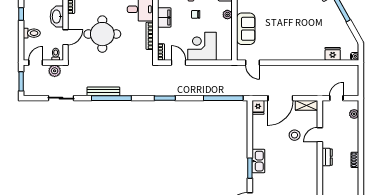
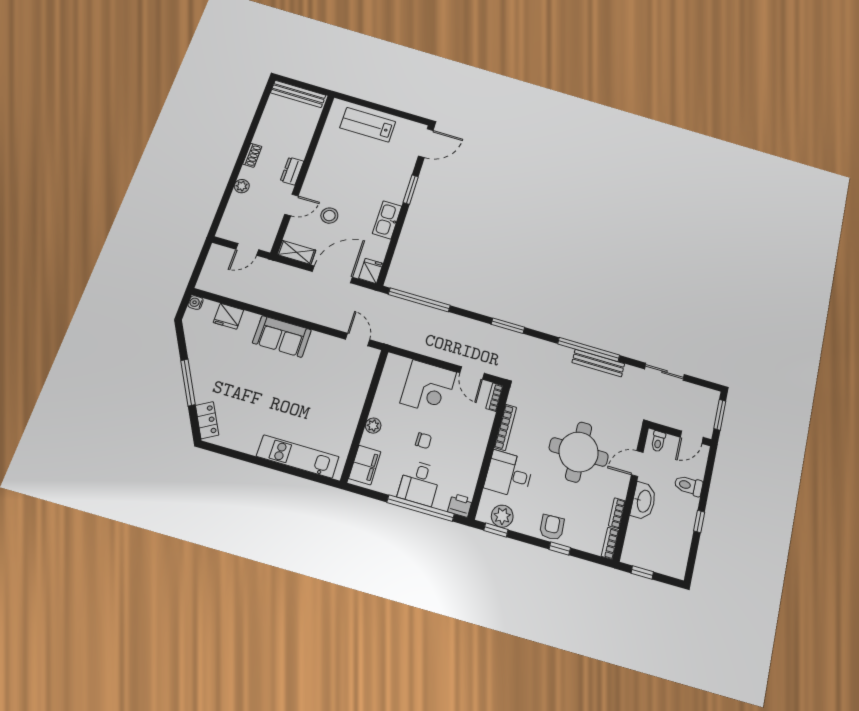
filing cabinet: (164, 17) -> (475, 450), removed
sofa: (246, 29) -> (282, 336), moved, turned -90
plant: (55, 71) -> (665, 416), removed
plant: (354, 114) -> (242, 186), moved
kitchen sink: (258, 161) -> (387, 220), moved

